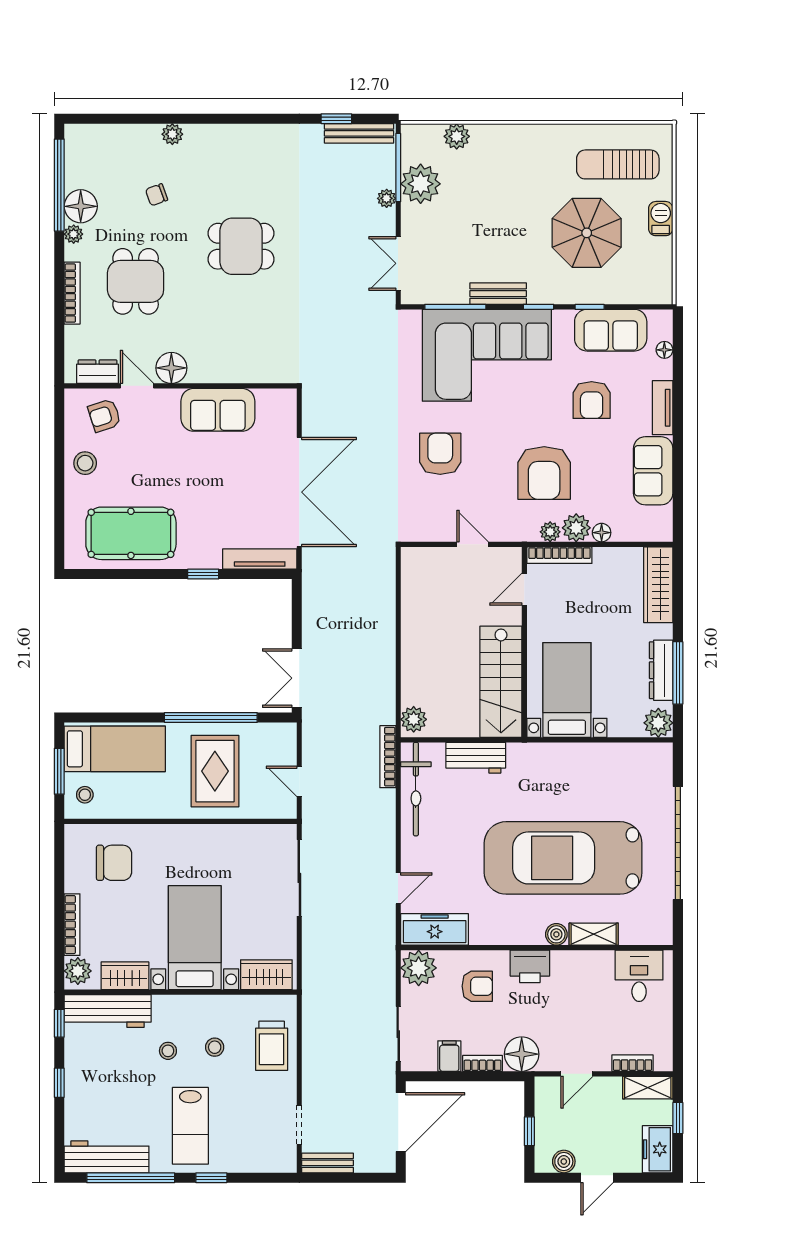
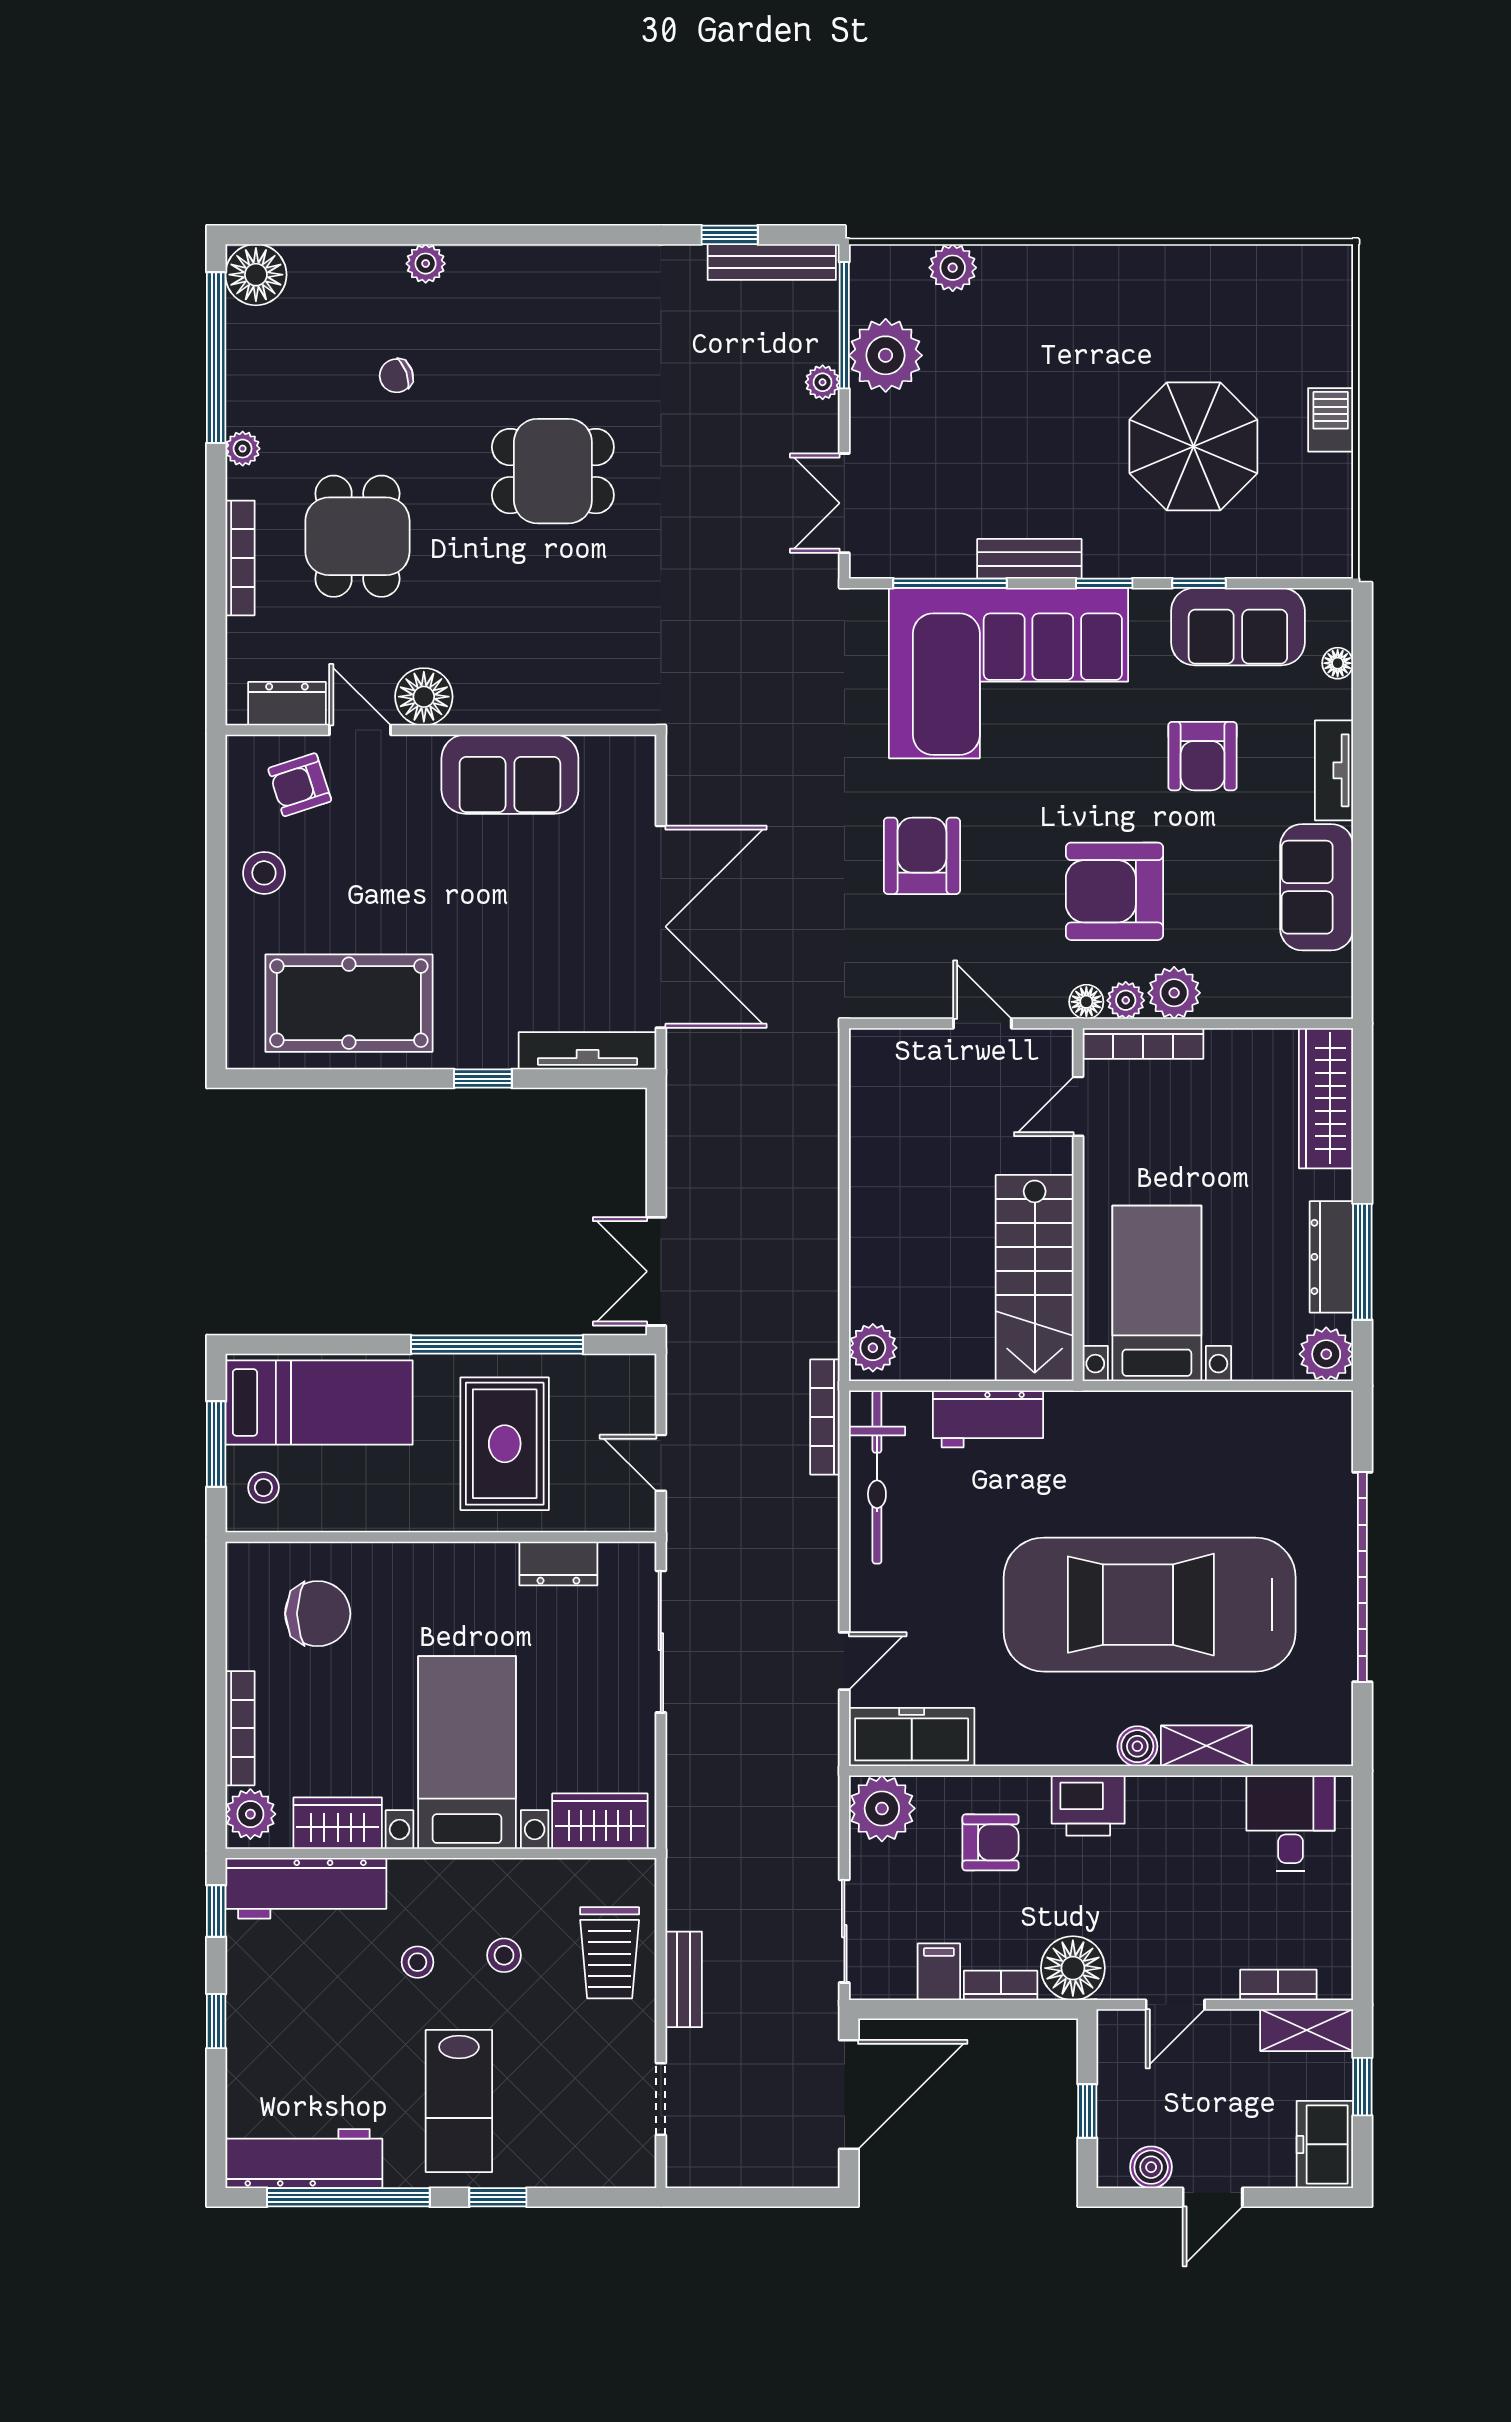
sun lounger: (618, 164) -> (1251, 320), removed
floor lamp: (81, 206) -> (256, 275), moved
armchair: (544, 473) -> (1114, 891), turned 90
floor lamp: (602, 533) -> (1086, 1002), moved
dresser: (244, 836) -> (558, 1563), added
bench: (328, 1163) -> (684, 1979), moved, turned 90

